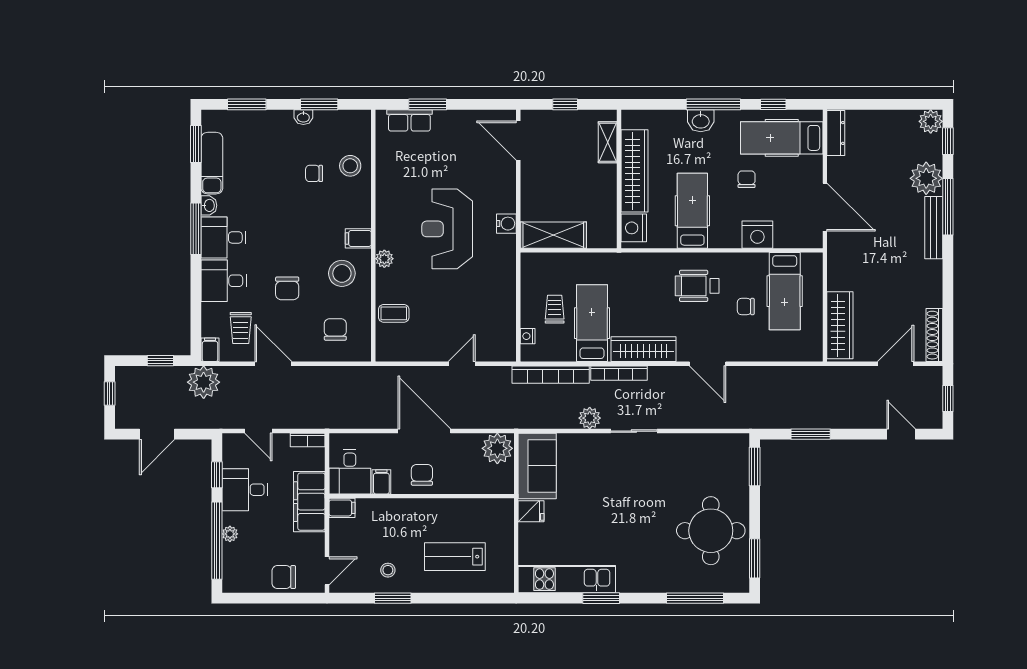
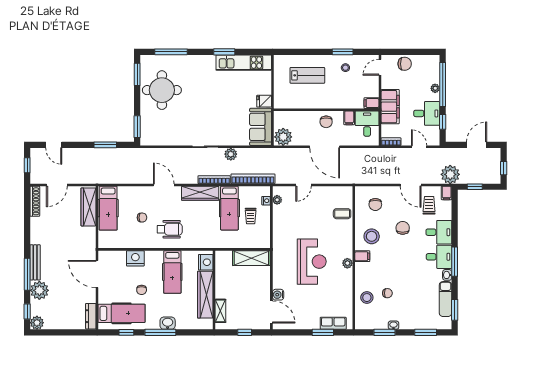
water cooler: (506, 224) -> (278, 295), moved
plant: (384, 259) -> (347, 263), moved
hospital bed: (785, 291) -> (108, 208), moved, turned 180
plant: (508, 338) -> (277, 200), added

